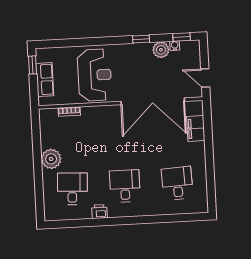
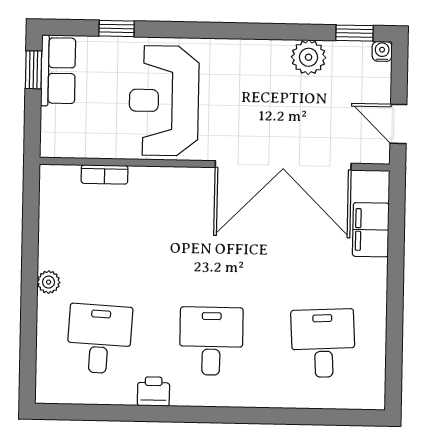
window: (141, 39) -> (117, 28), moved
water cooler: (175, 46) -> (382, 51), moved
reception desk: (95, 75) -> (164, 101), turned 180
row of seats: (45, 80) -> (58, 71), moved
plant: (51, 159) -> (49, 282), width x0.53, depth x0.53

